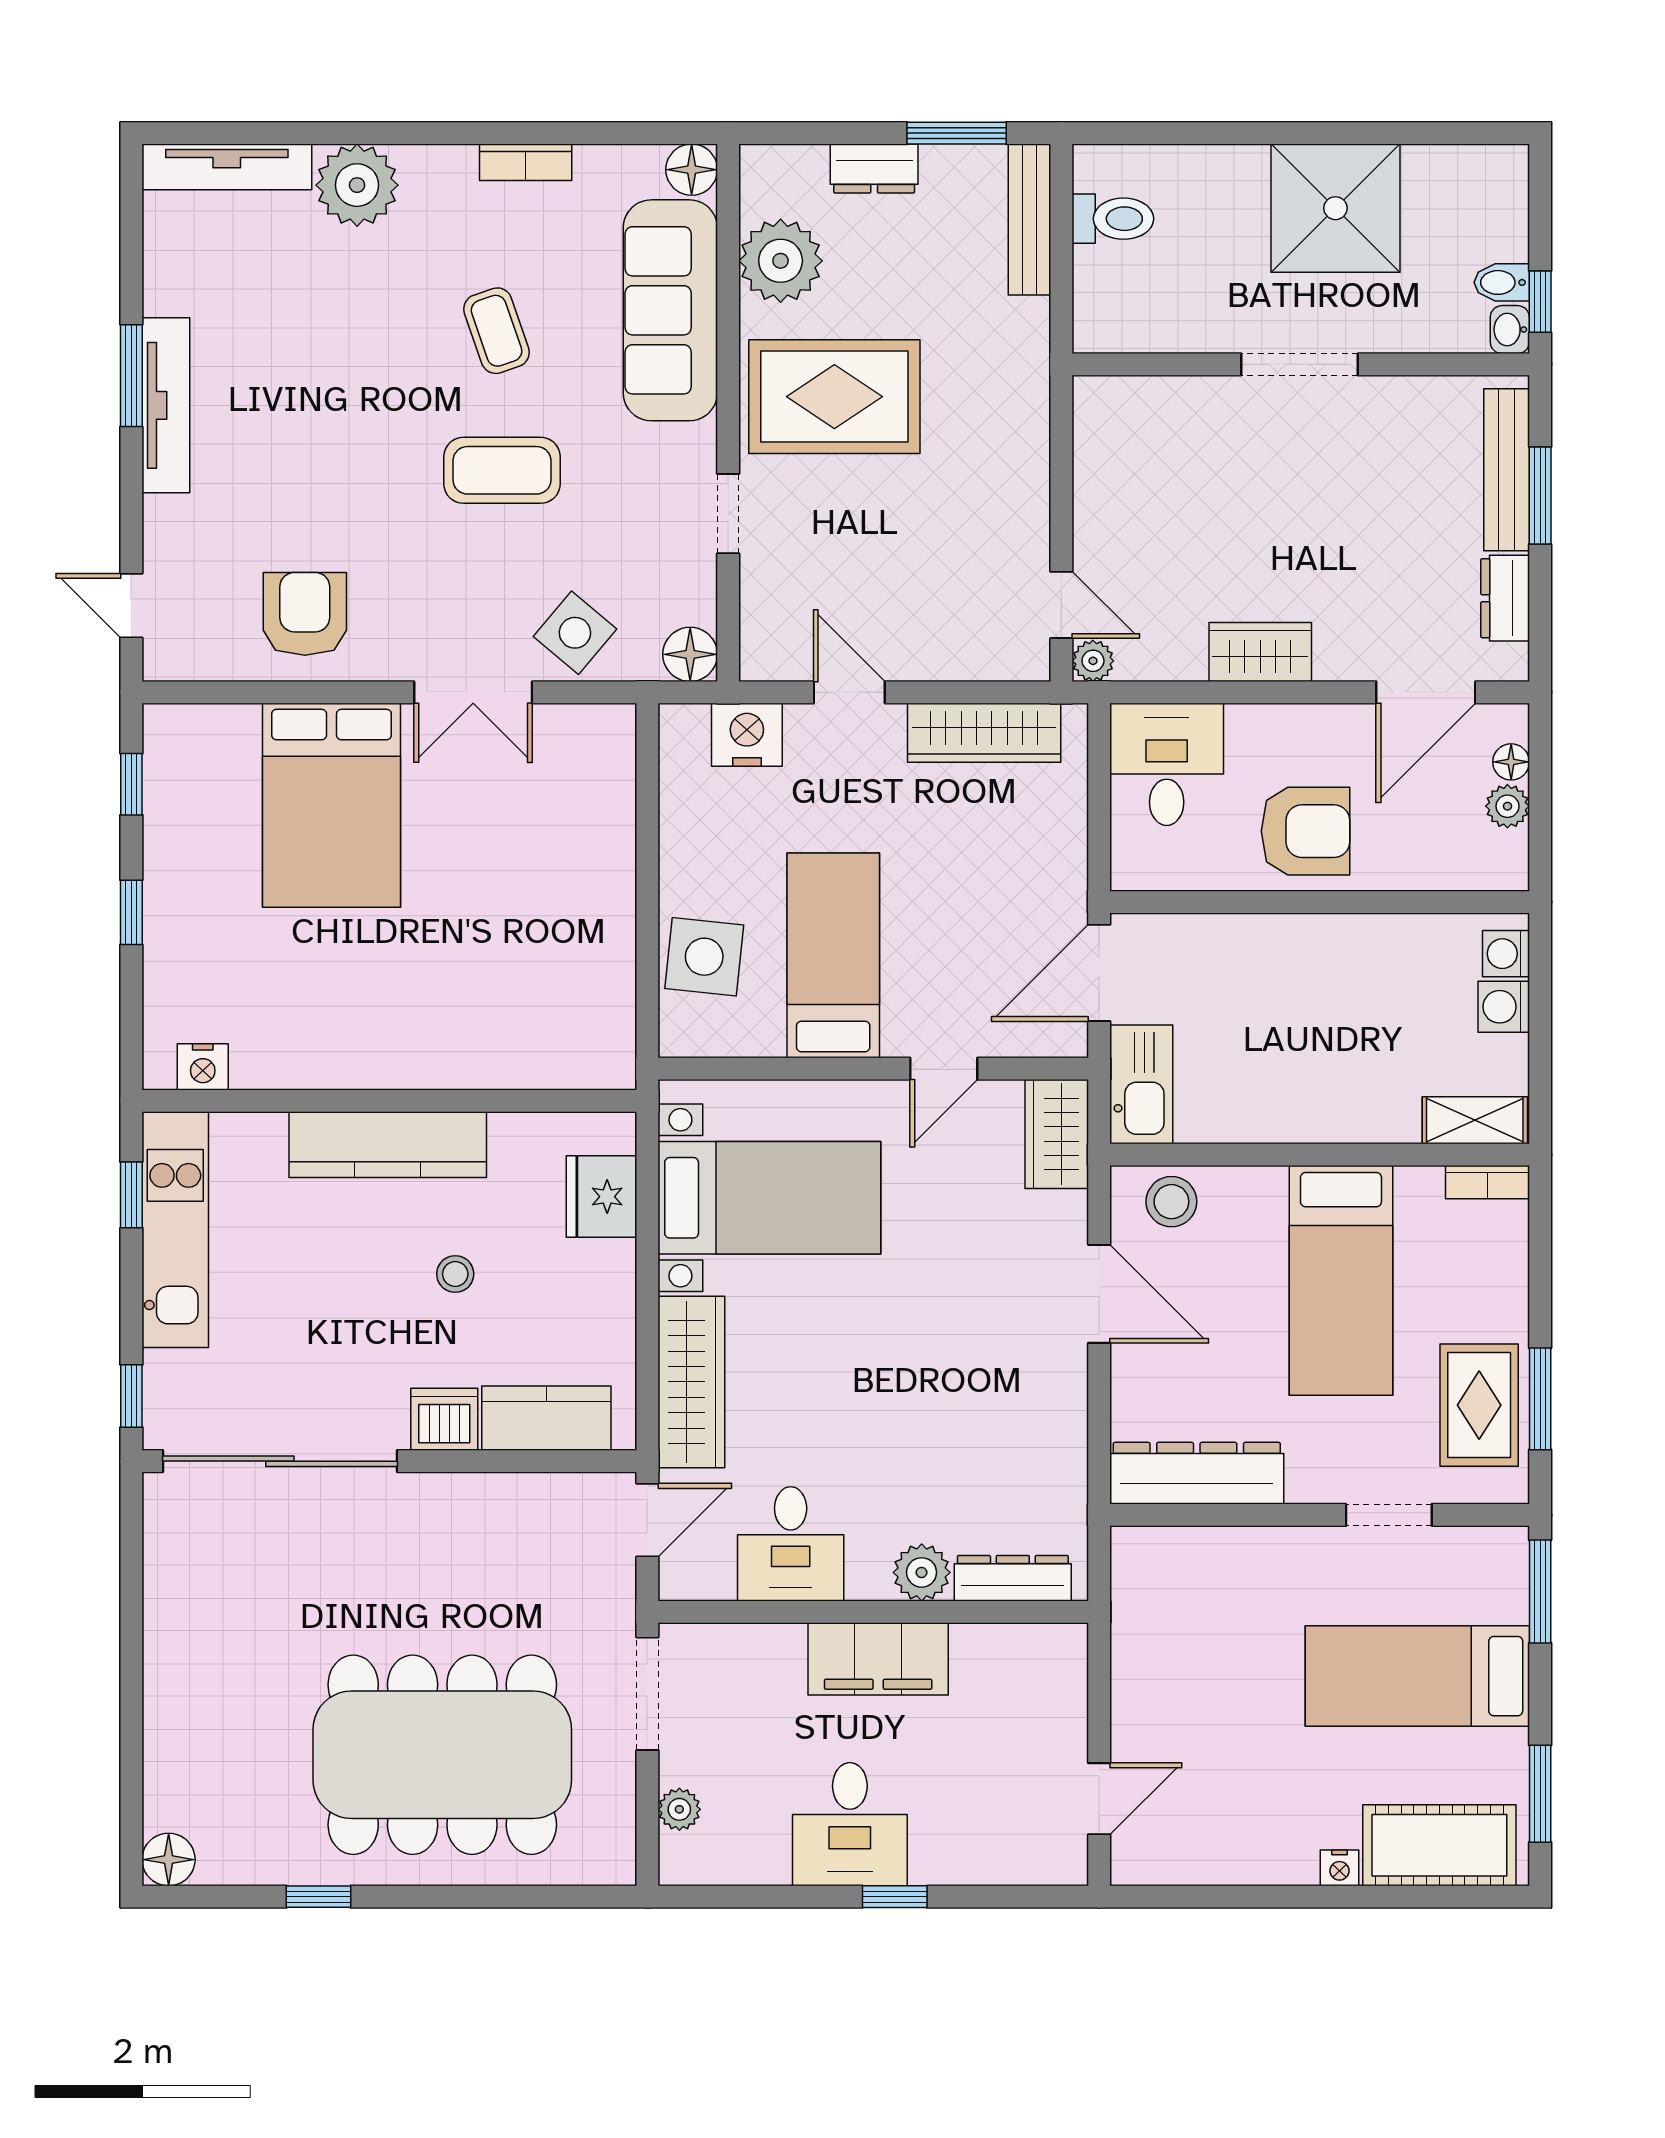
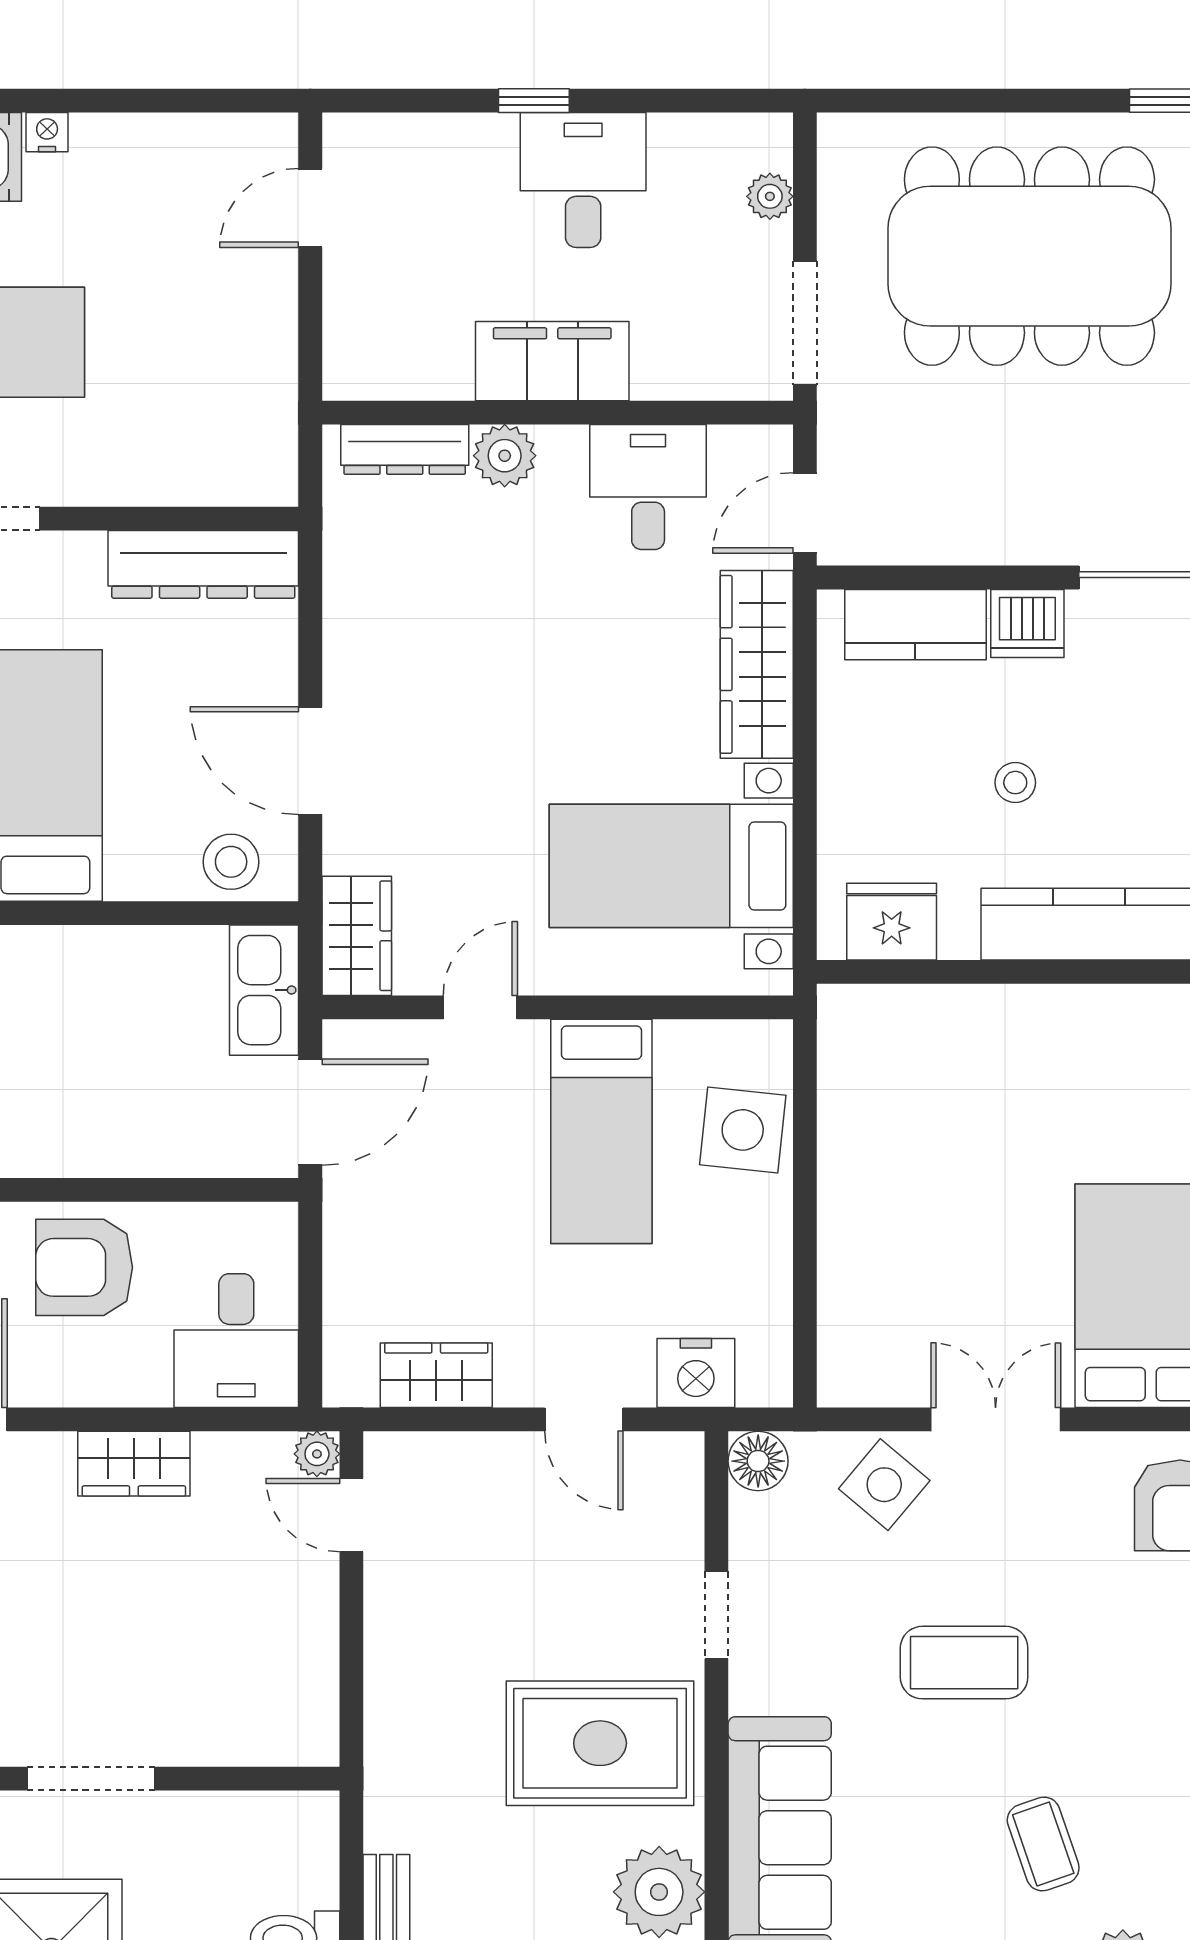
coffee table: (497, 331) -> (1043, 1844), moved
wardrobe: (984, 733) -> (436, 1375), width x0.67
fridge: (601, 1197) -> (892, 922), moved, turned -90

